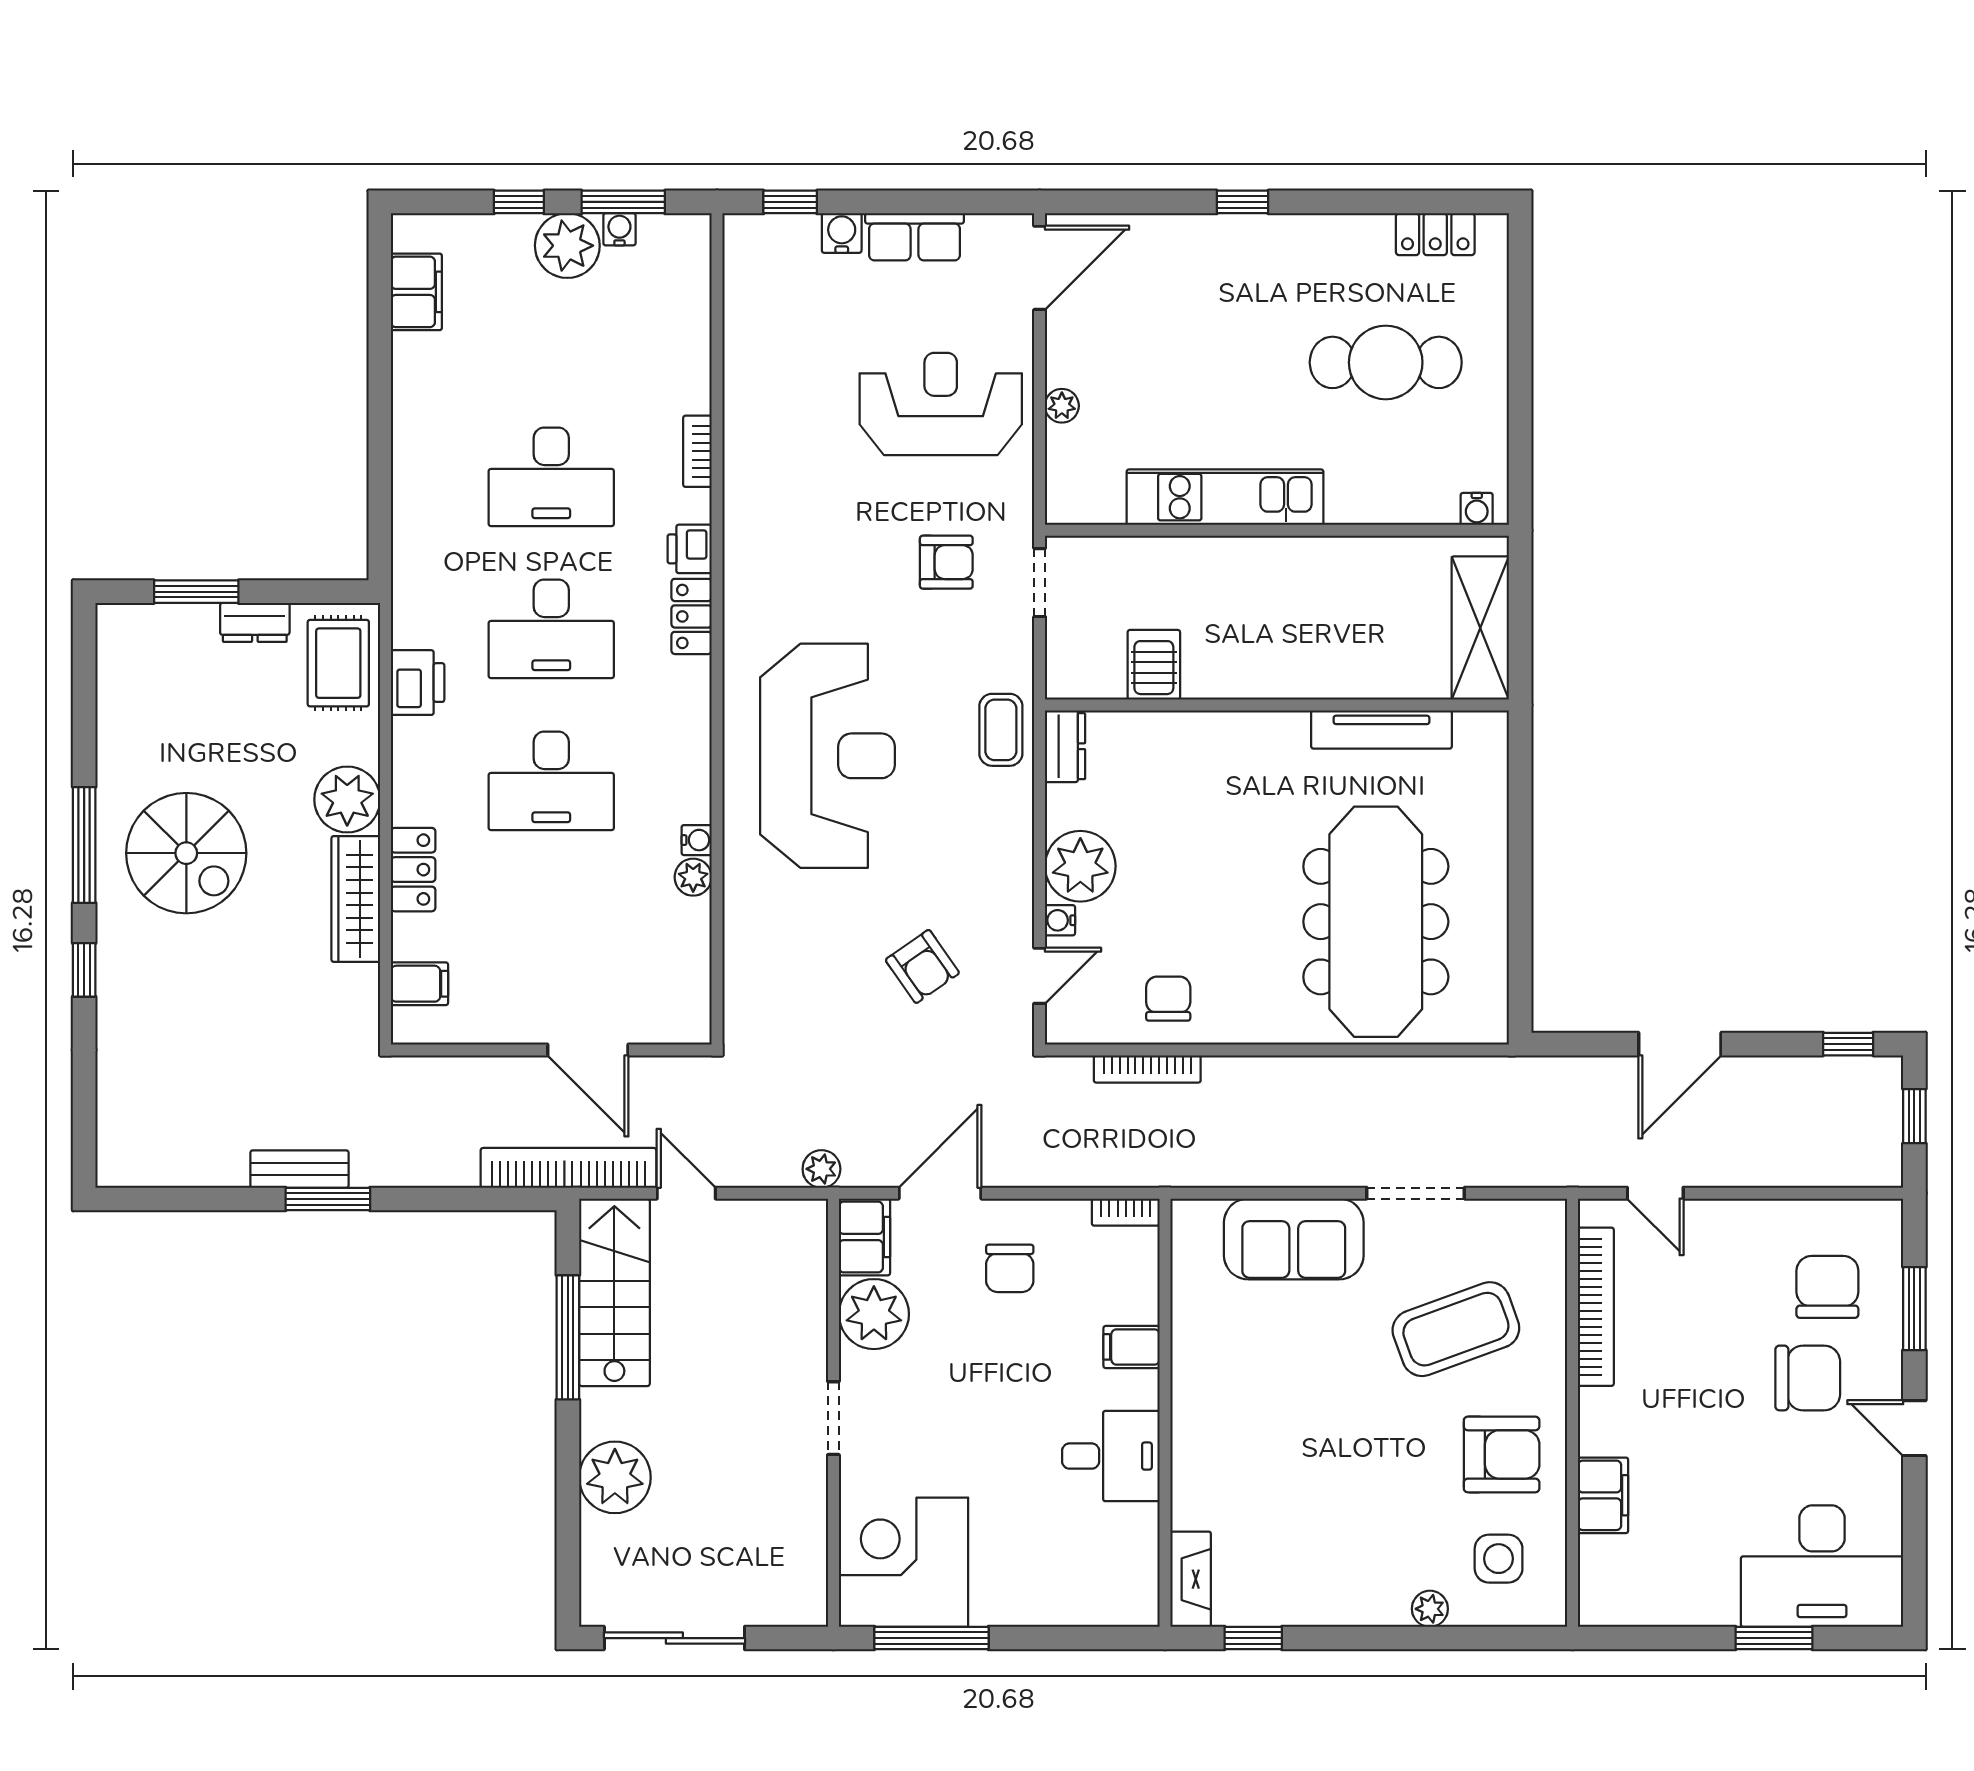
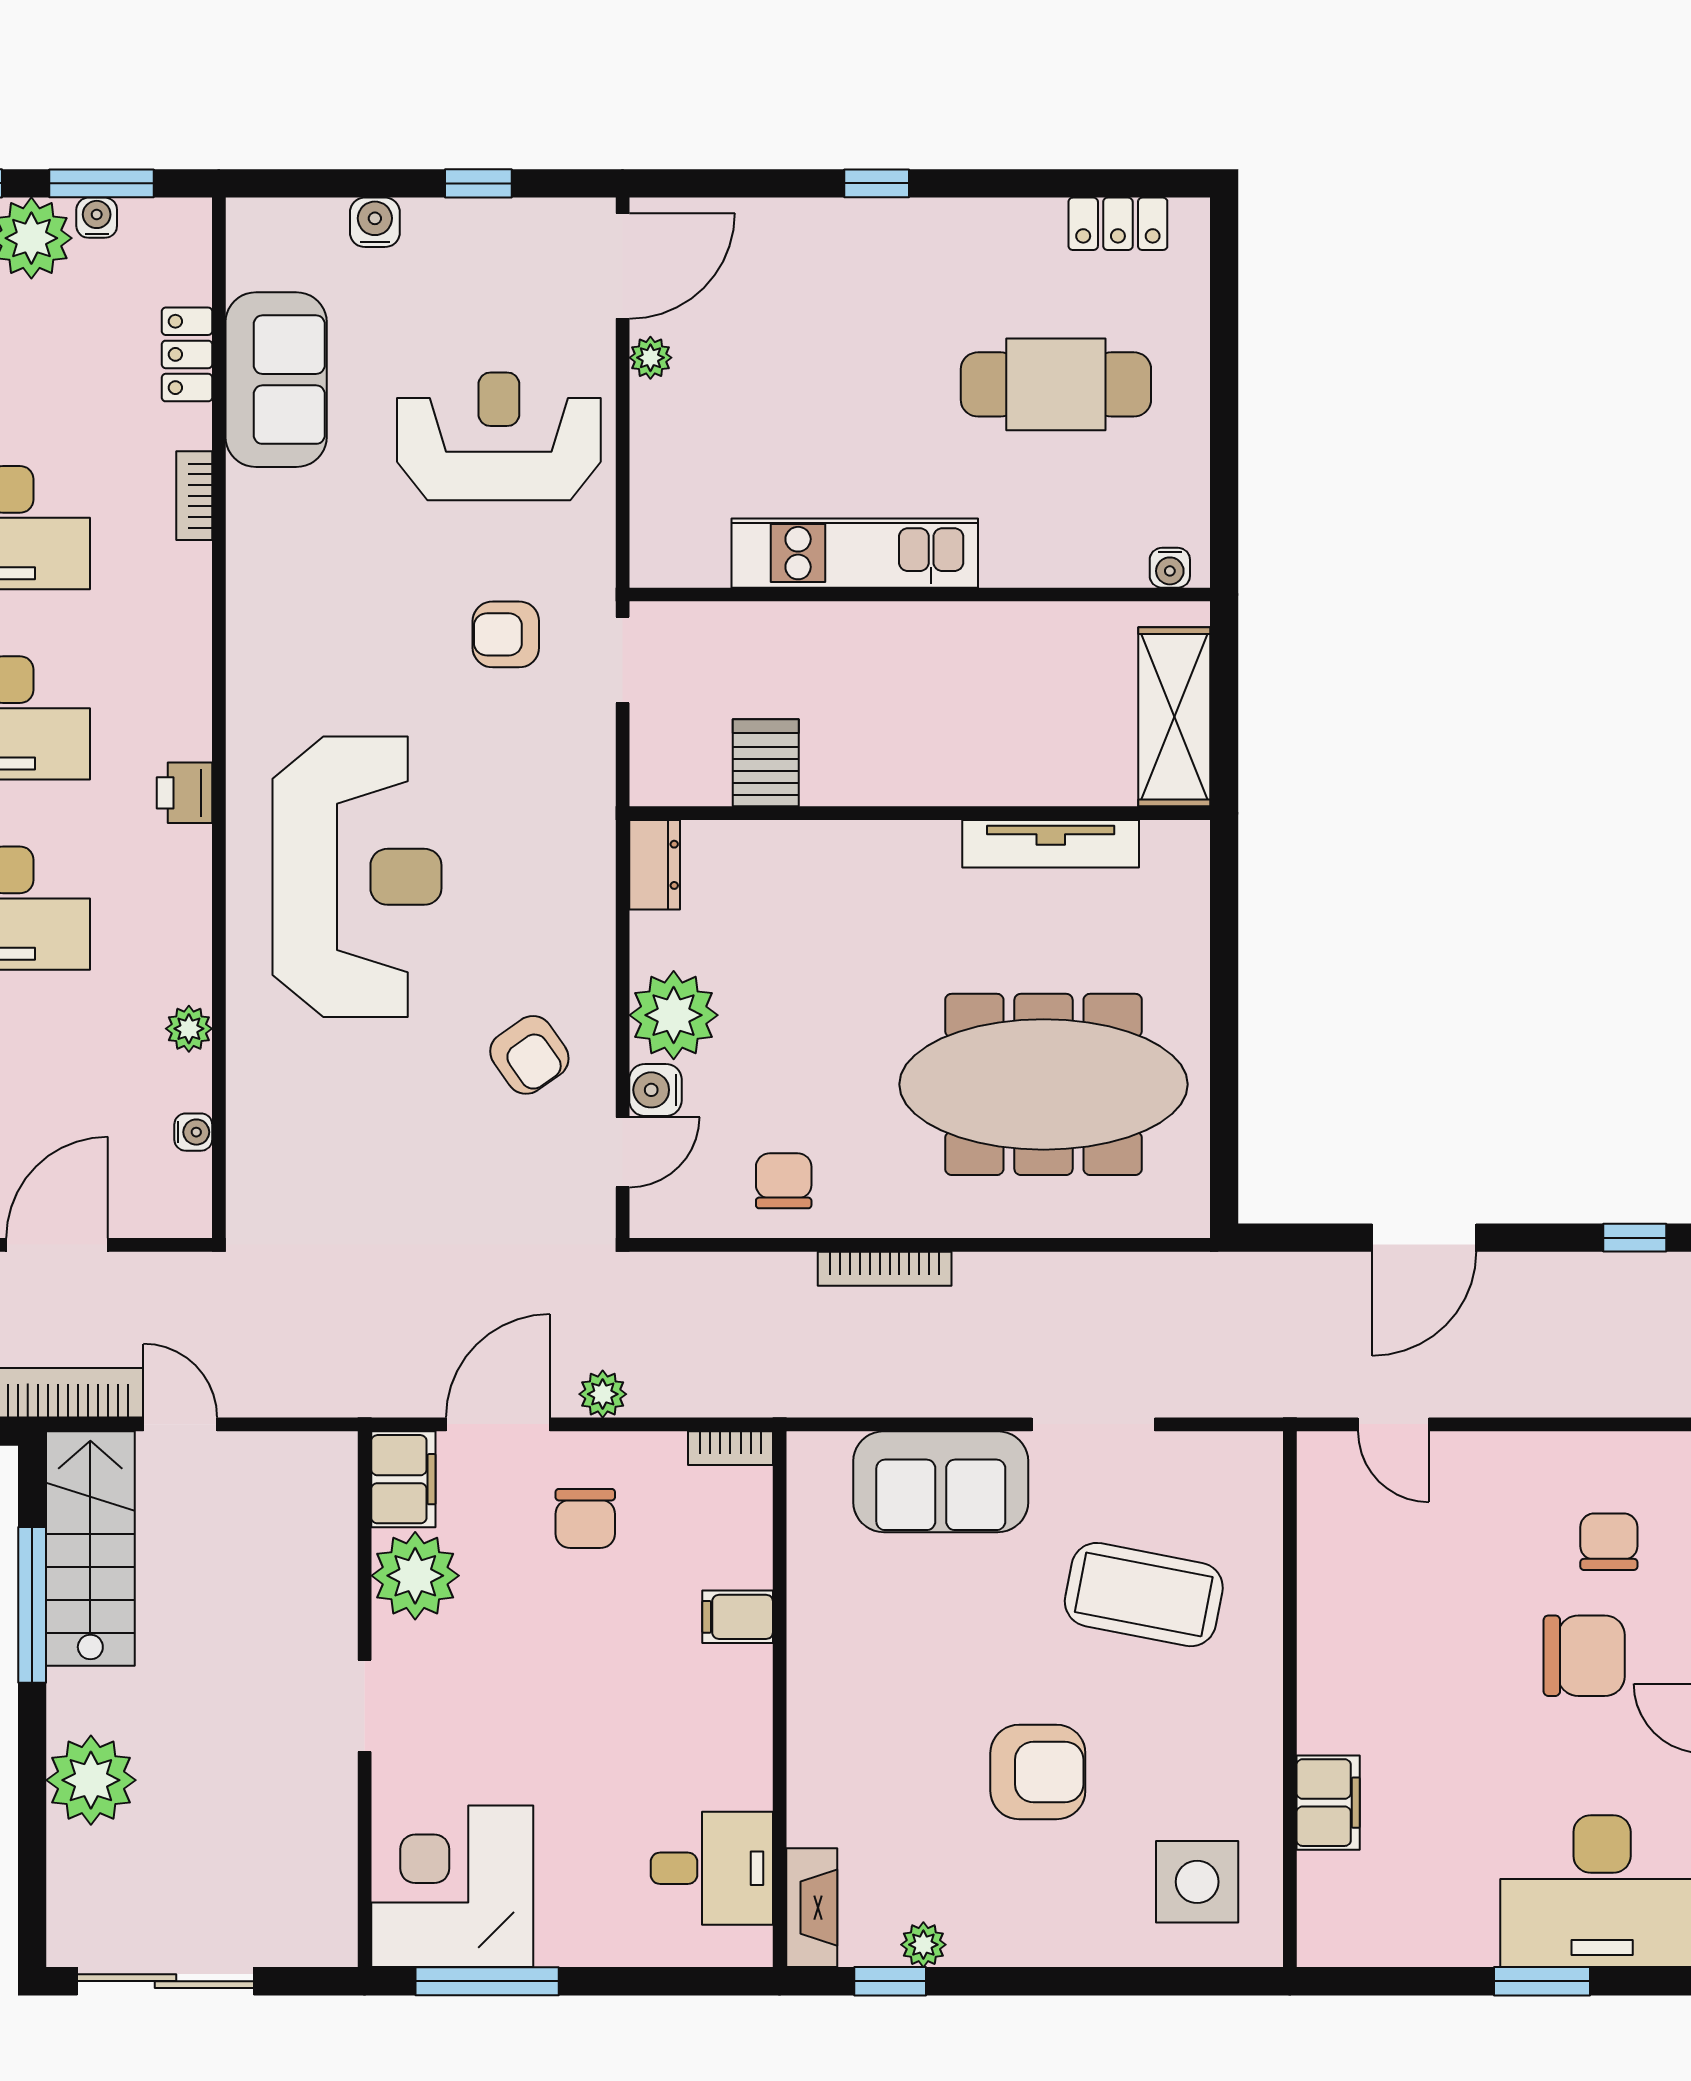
window: (790, 202) -> (478, 183), moved
row of seats: (915, 237) -> (466, 227), removed
sofa: (763, 359) -> (276, 380), added
plant: (1062, 406) -> (650, 358), moved
printer: (690, 549) -> (184, 793), moved
armchair: (946, 562) -> (506, 634), turned 180
locker: (692, 616) -> (187, 354), moved
coffee table: (1001, 730) -> (574, 844), removed
water cooler: (697, 840) -> (193, 1132), moved
water cooler: (1060, 920) -> (655, 1090), width x1.38, depth x1.38
meeting table: (1376, 922) -> (1044, 1084), turned 90
armchair: (922, 966) -> (529, 1055), moved
door: (588, 1050) -> (57, 1245), swing flipped
bookcase: (1147, 1069) -> (885, 1269), moved
plant: (821, 1169) -> (603, 1394), moved
chair: (1827, 1287) -> (1609, 1542), width x0.73, depth x0.73
bookcase: (1596, 1307) -> (1319, 1567), removed
coffee table: (1456, 1329) -> (1144, 1595), turned 31
armchair: (1502, 1454) -> (1038, 1772), moved
desk: (1111, 1456) -> (712, 1868), moved
side table: (1499, 1559) -> (1197, 1882), width x1.37, depth x1.37
plant: (1430, 1609) -> (923, 1945), moved

